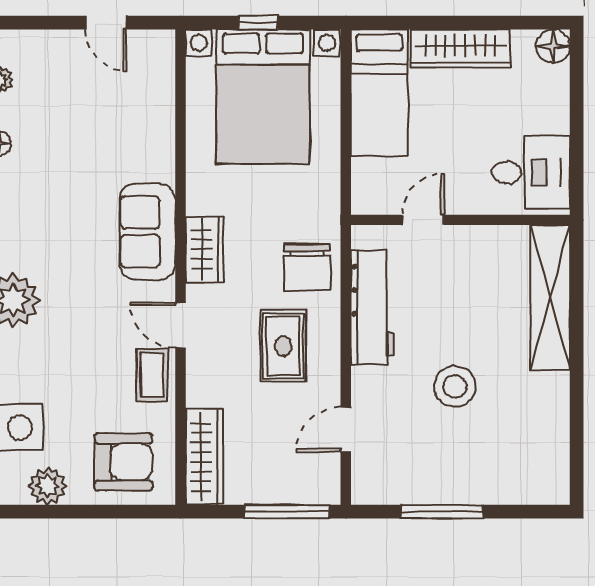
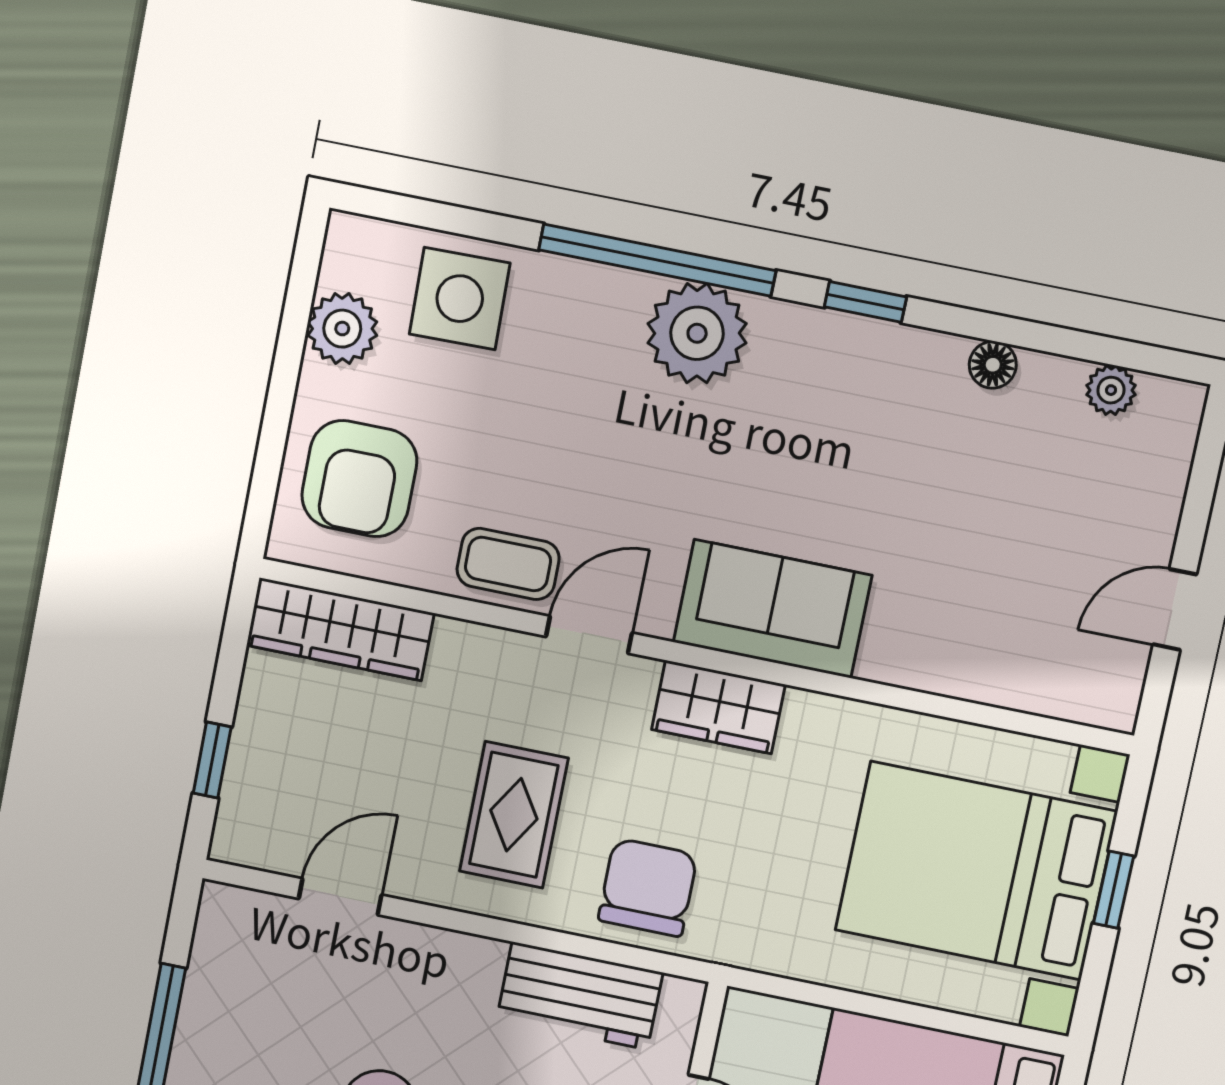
chair: (307, 267) -> (648, 887), turned 90
workbench: (372, 307) -> (580, 996), width x0.73
rug: (283, 346) -> (514, 815), turned 90
door: (346, 430) -> (340, 897), hinge flipped
window: (287, 512) -> (212, 760), width x0.46

